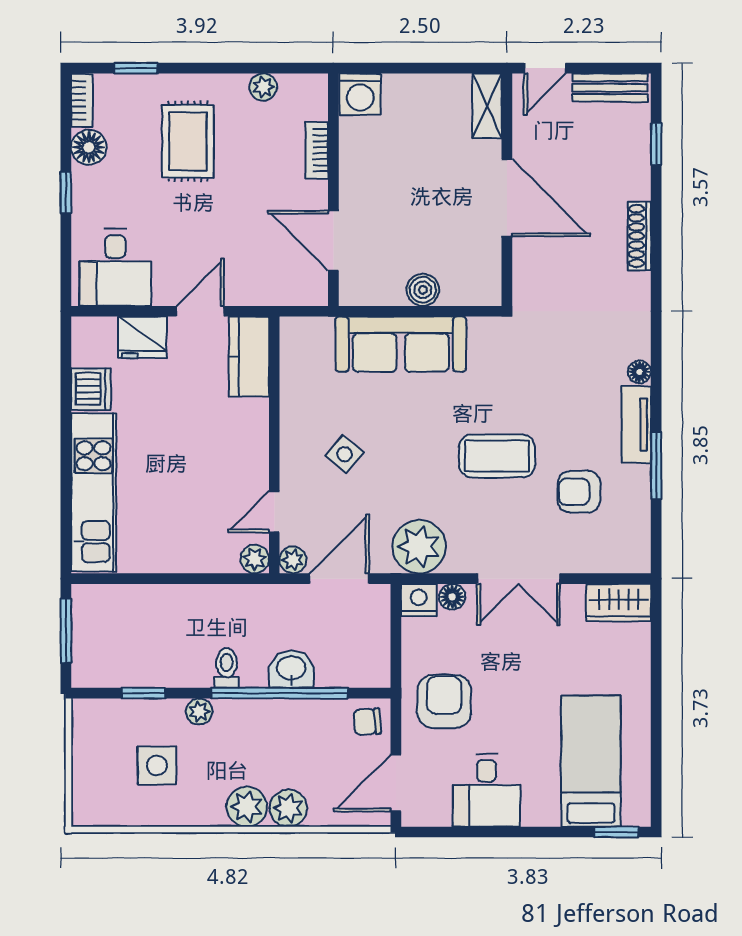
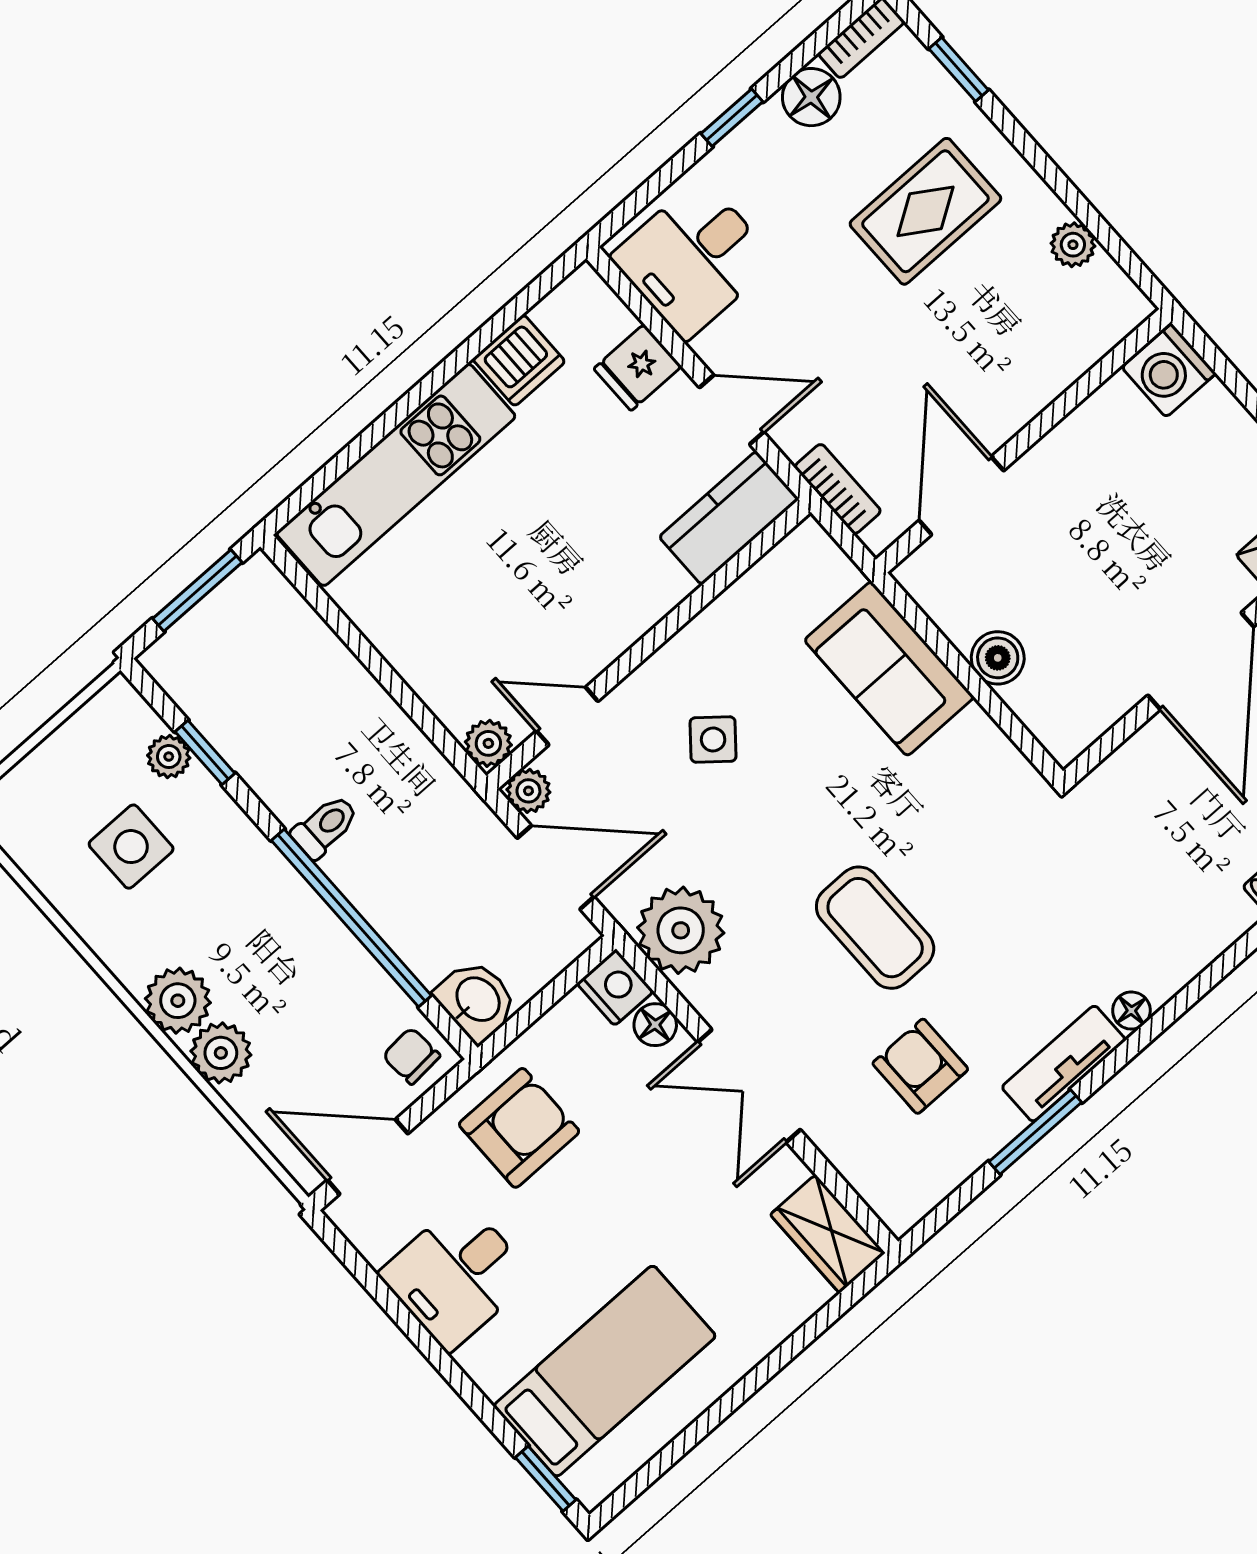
bookcase: (317, 150) -> (838, 489), moved, turned 90
fridge: (143, 337) -> (638, 368), width x0.72
sofa: (401, 344) -> (889, 669), width x0.73
washbasin: (291, 669) -> (477, 1000), moved
plant: (199, 712) -> (169, 757), moved

